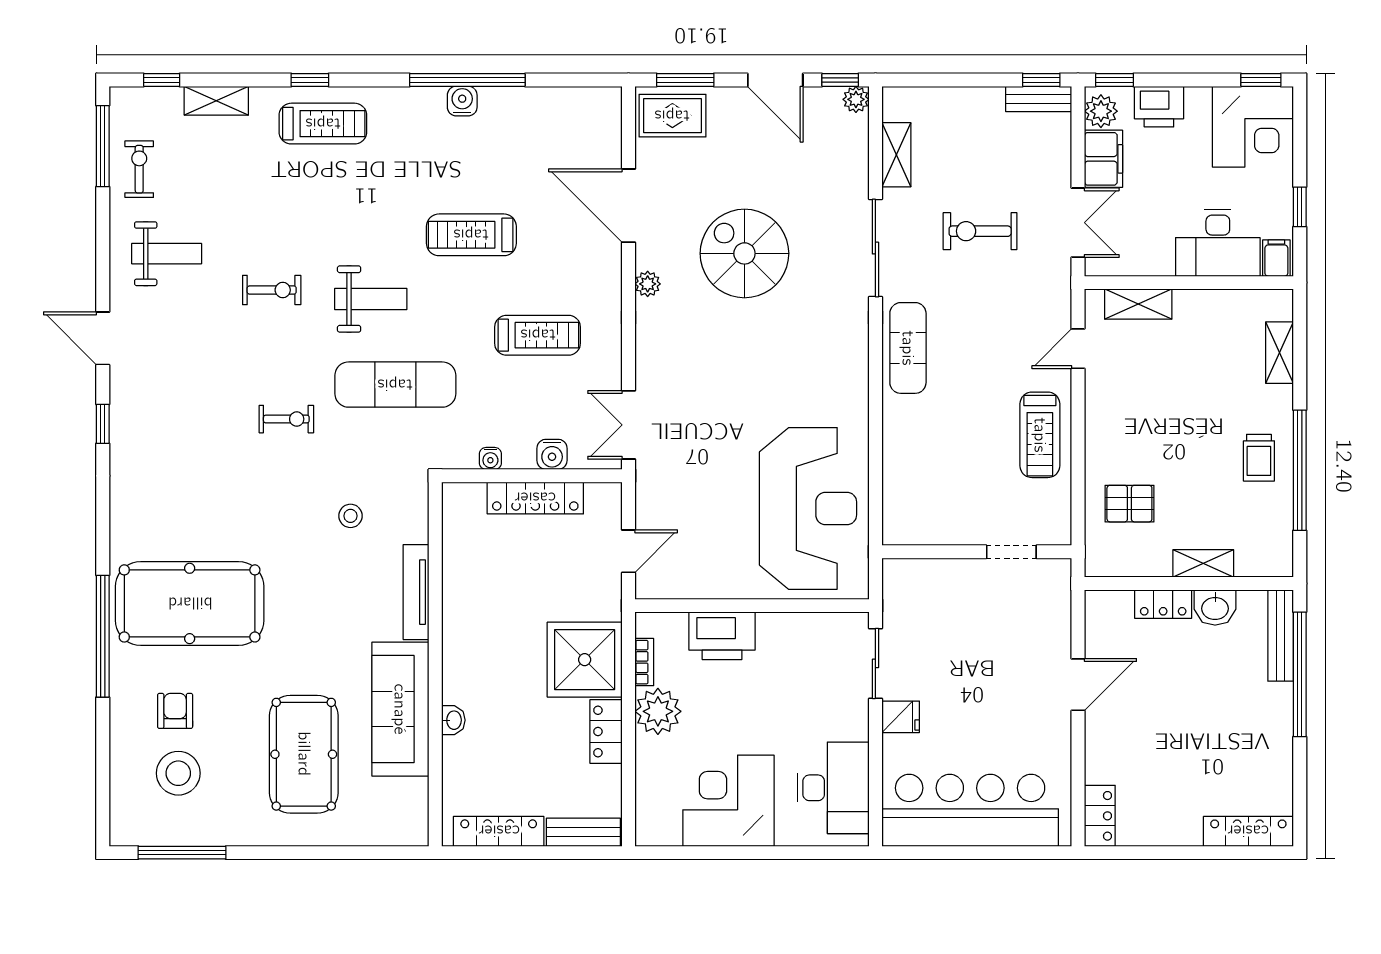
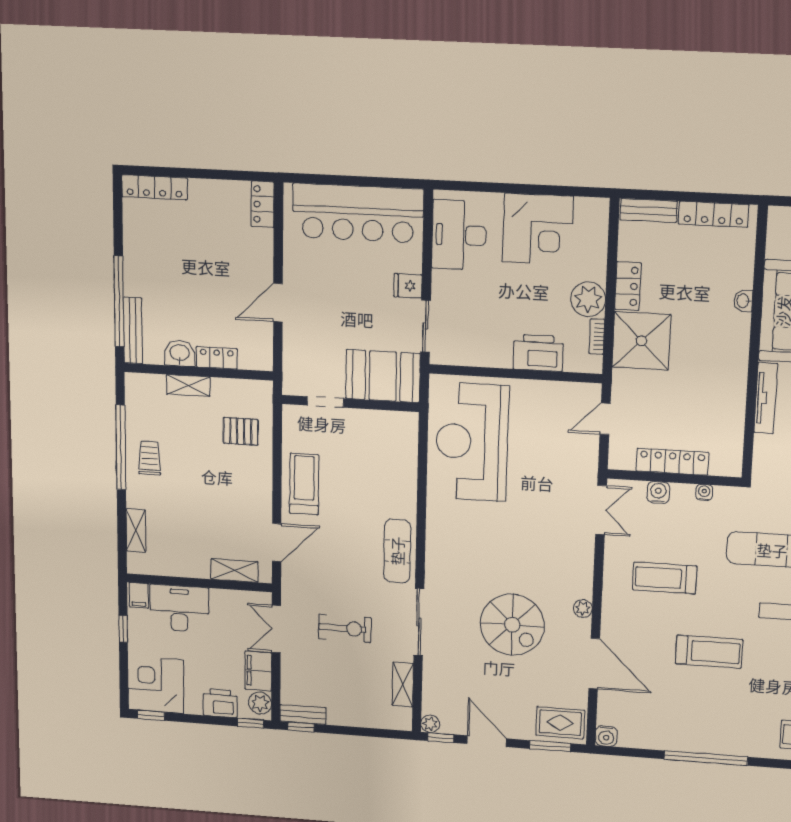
water cooler: (462, 101) -> (606, 736), moved
door: (1078, 349) -> (277, 543), width x1.38
booth: (932, 592) -> (383, 376), added

